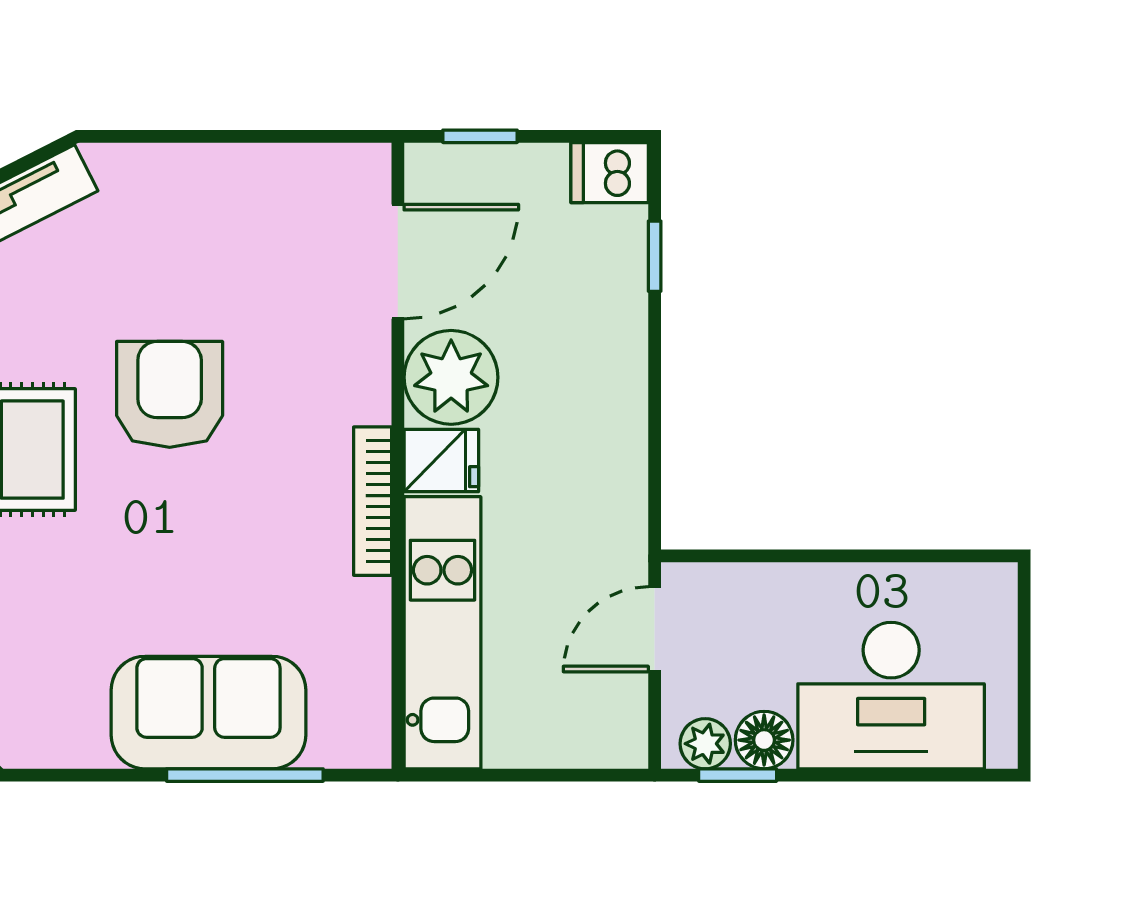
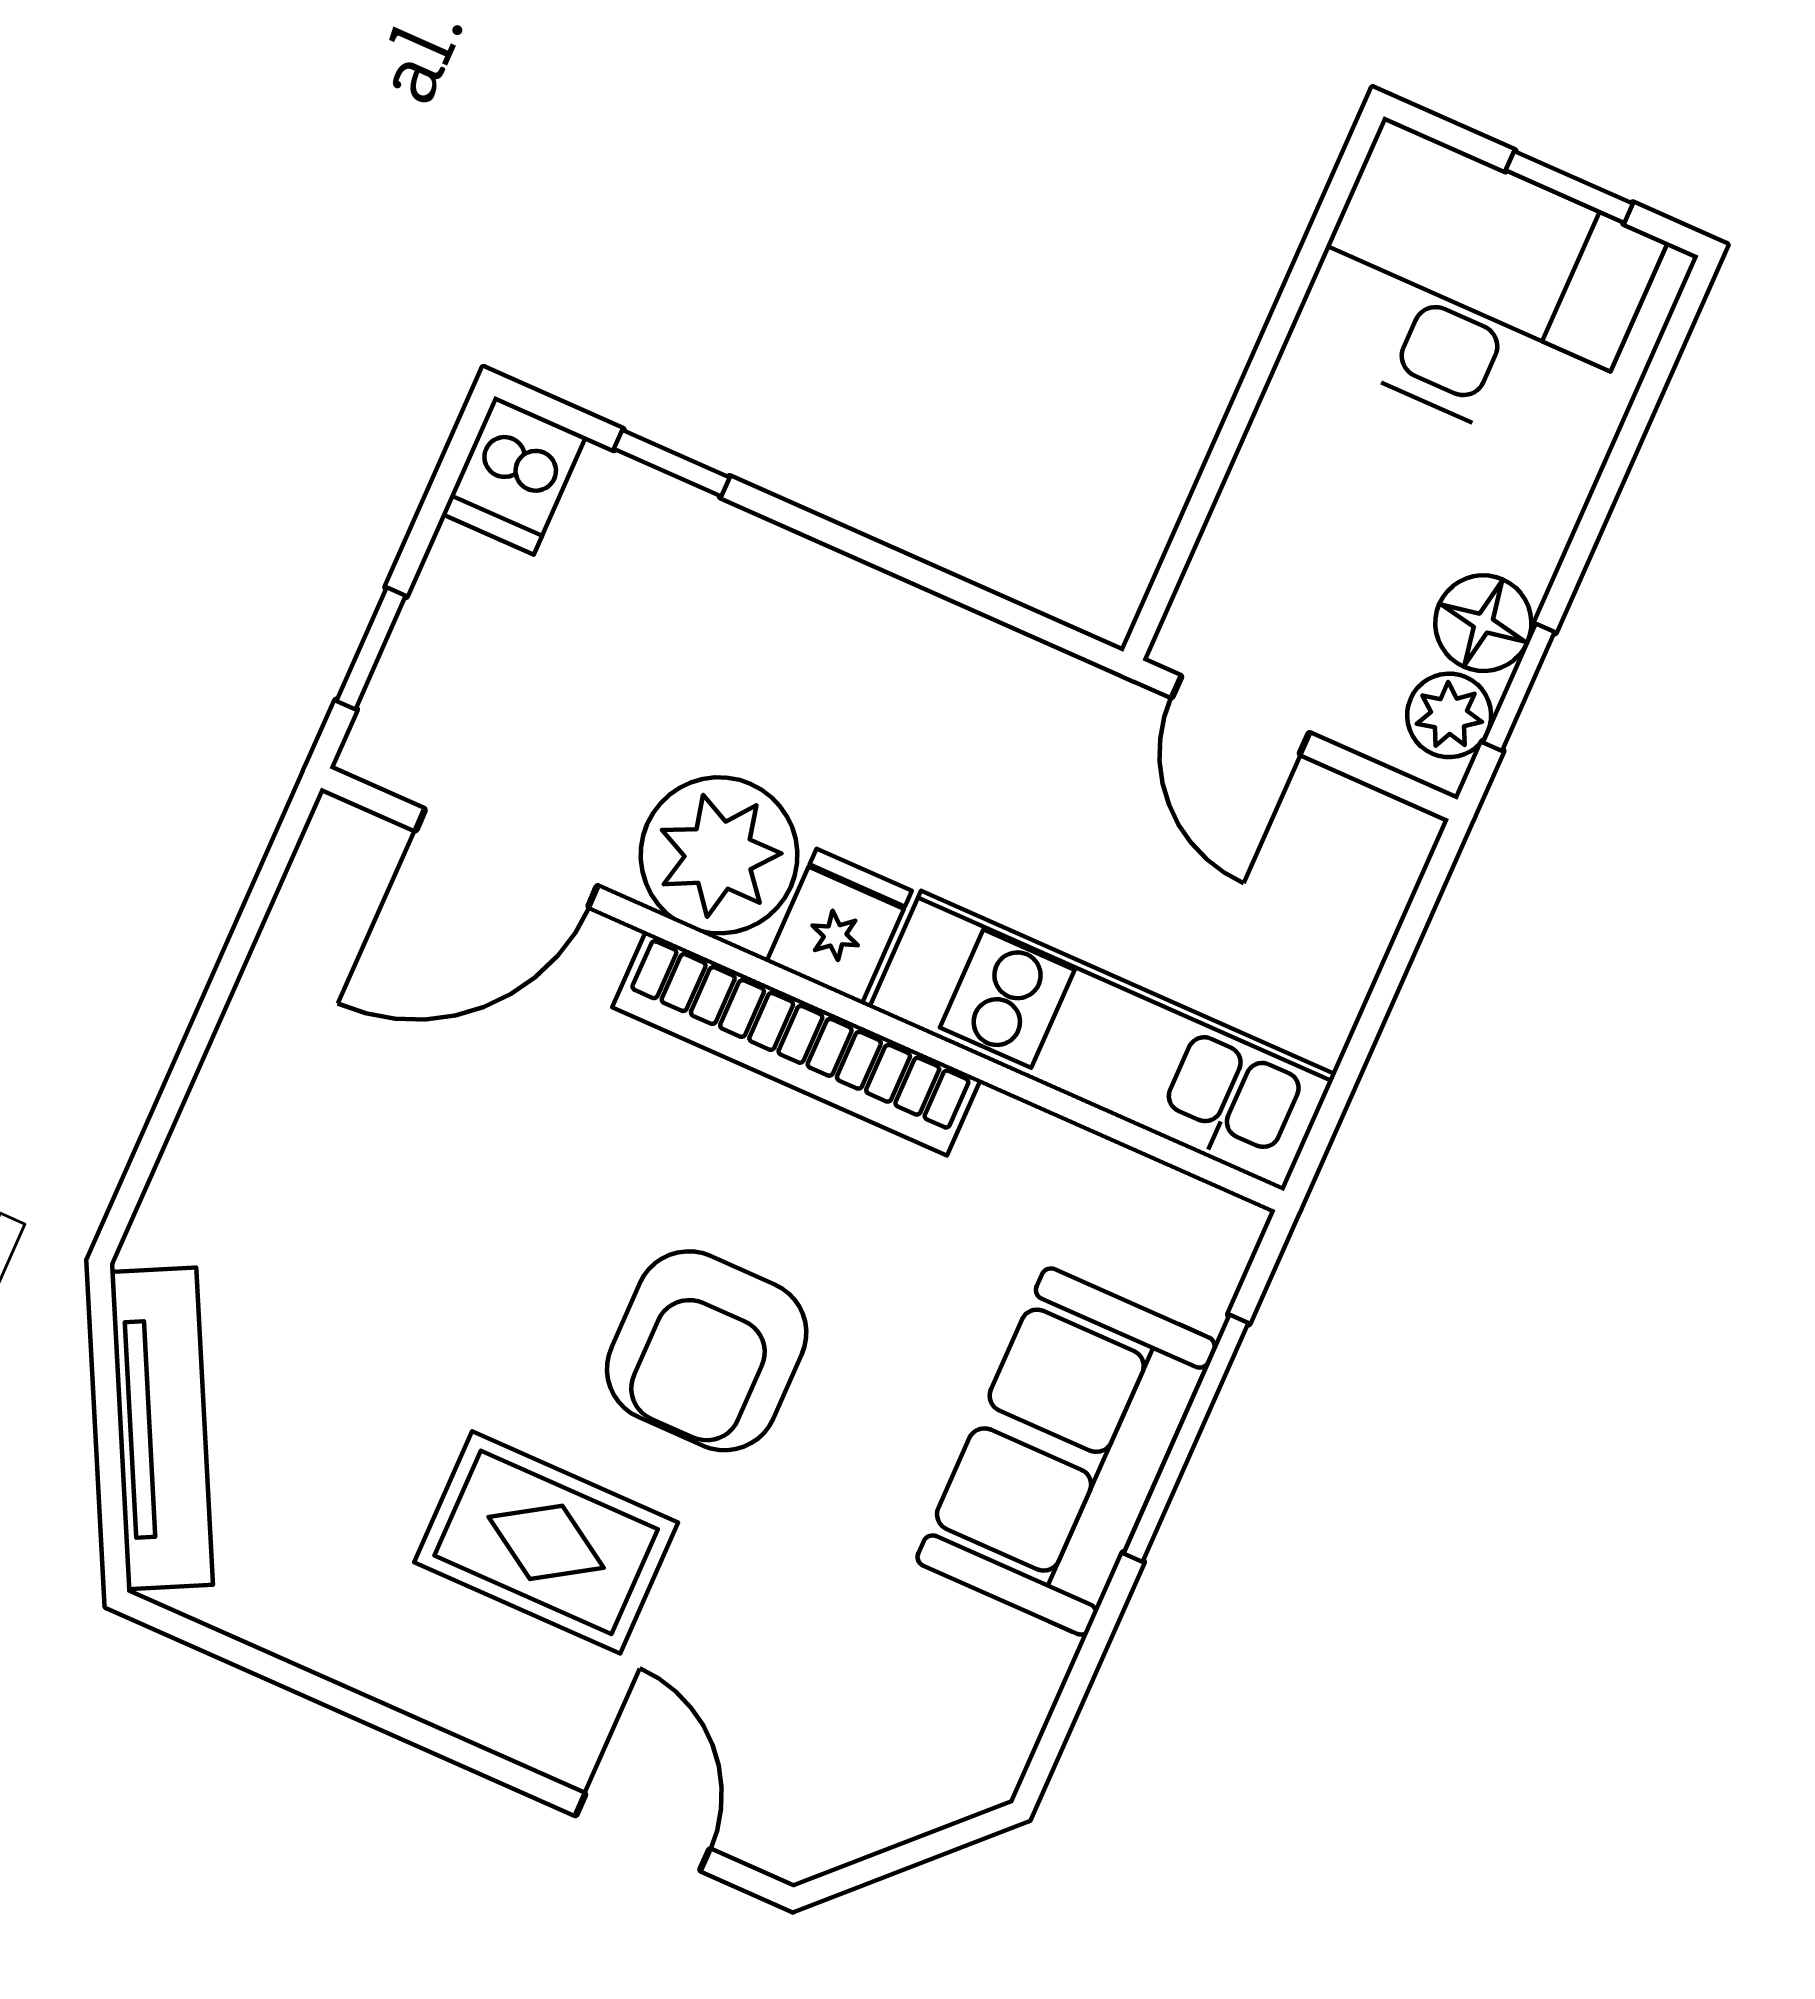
door: (398, 262) -> (506, 858), swing flipped
armchair: (170, 394) -> (707, 1351), moved, turned -90
bookcase: (373, 501) -> (796, 1043), width x1.48, depth x1.31
window: (1024, 681) -> (1569, 187), added
desk: (891, 696) -> (1476, 291), moved, turned -90

